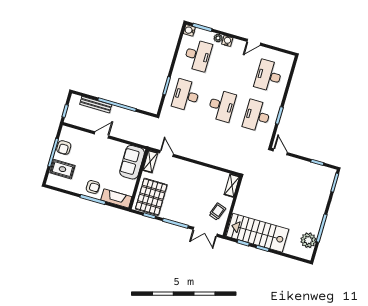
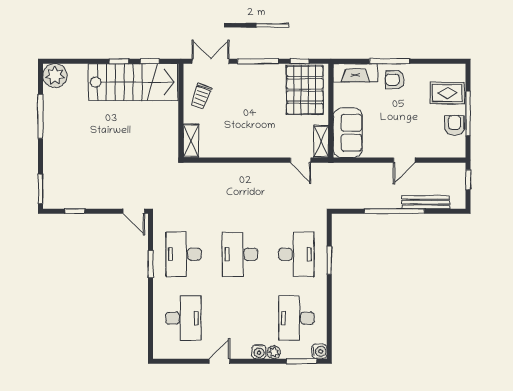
desk: (257, 116) -> (183, 254), turned 180
plant: (308, 240) -> (55, 76), moved

